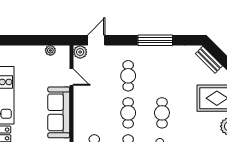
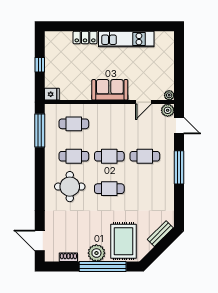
window: (155, 40) -> (179, 167), moved
plant: (50, 50) -> (169, 95), moved
sofa: (59, 112) -> (110, 90), width x0.73

